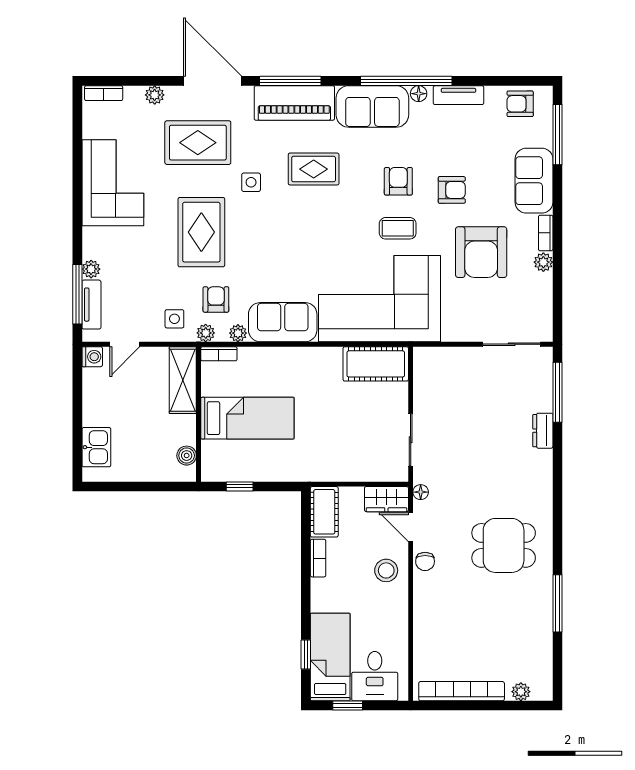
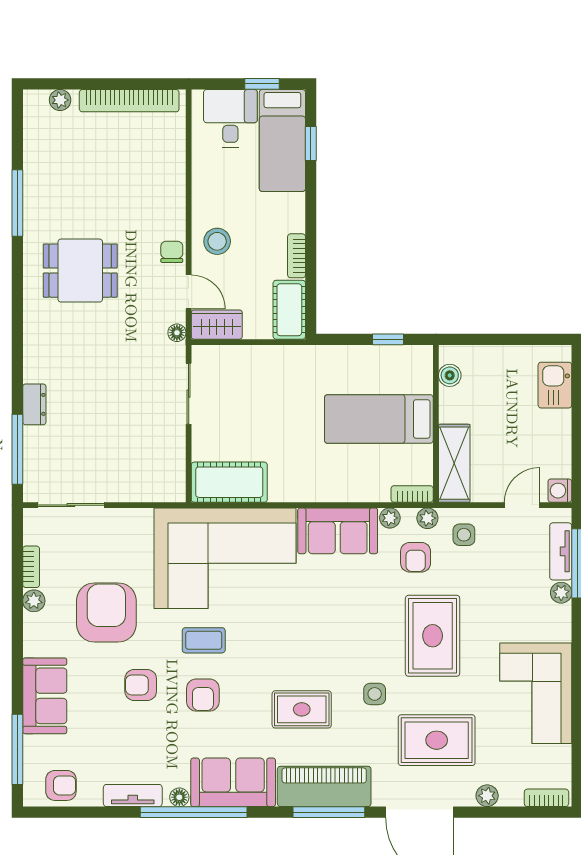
bookcase: (546, 233) -> (31, 567), moved

